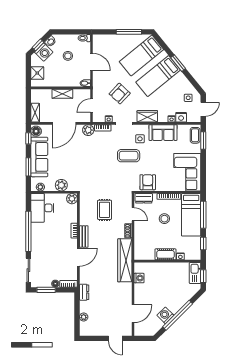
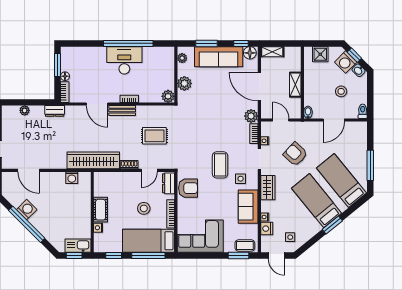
desk: (42, 208) -> (124, 60), moved
sliding door: (28, 270) -> (81, 43), removed

